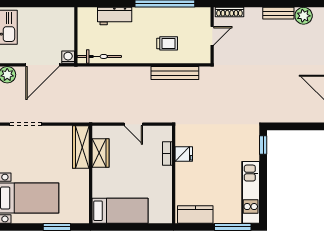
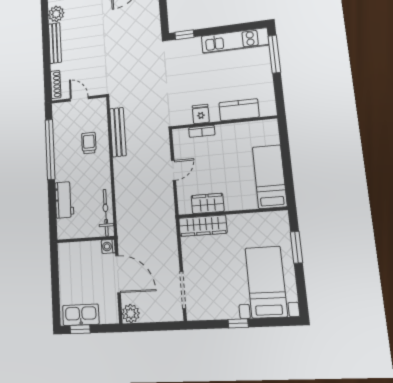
bench: (278, 13) -> (55, 43), width x1.36
kitchen counter: (195, 214) -> (239, 110), moved, turned 90

